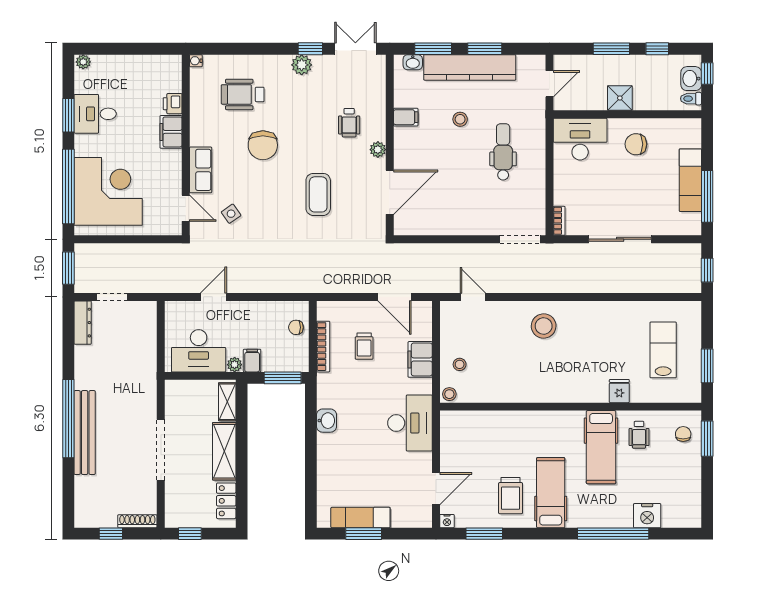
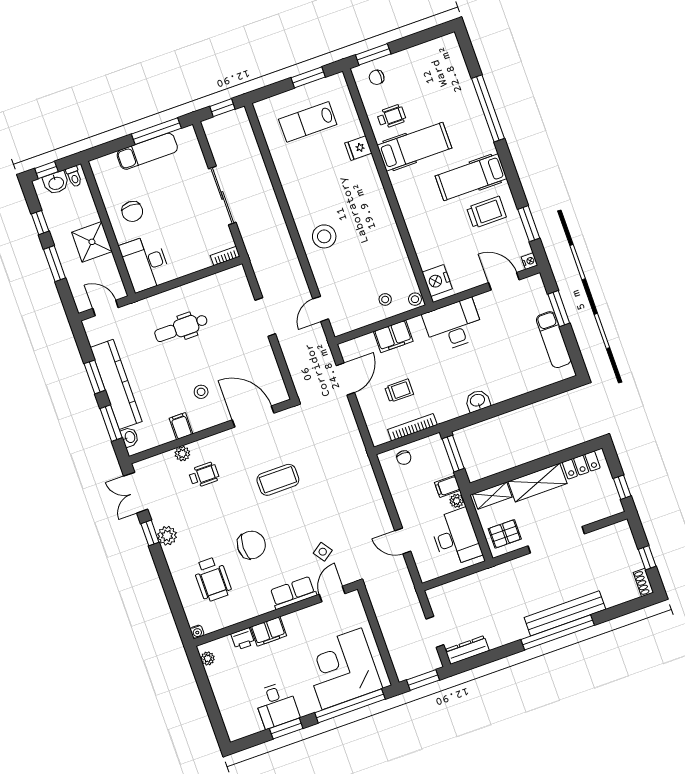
plant: (83, 62) -> (208, 658), moved
shower: (620, 98) -> (92, 242), width x1.36, depth x1.36
stool: (460, 119) -> (201, 392), moved
plant: (378, 150) -> (182, 454), moved
doorway: (520, 239) -> (265, 317), moved
pallet: (185, 401) -> (505, 534), added
nightstand: (647, 516) -> (437, 280), moved, turned 180
shoe rack: (137, 521) -> (643, 582), moved, width x0.70
window: (364, 534) -> (559, 309), moved

